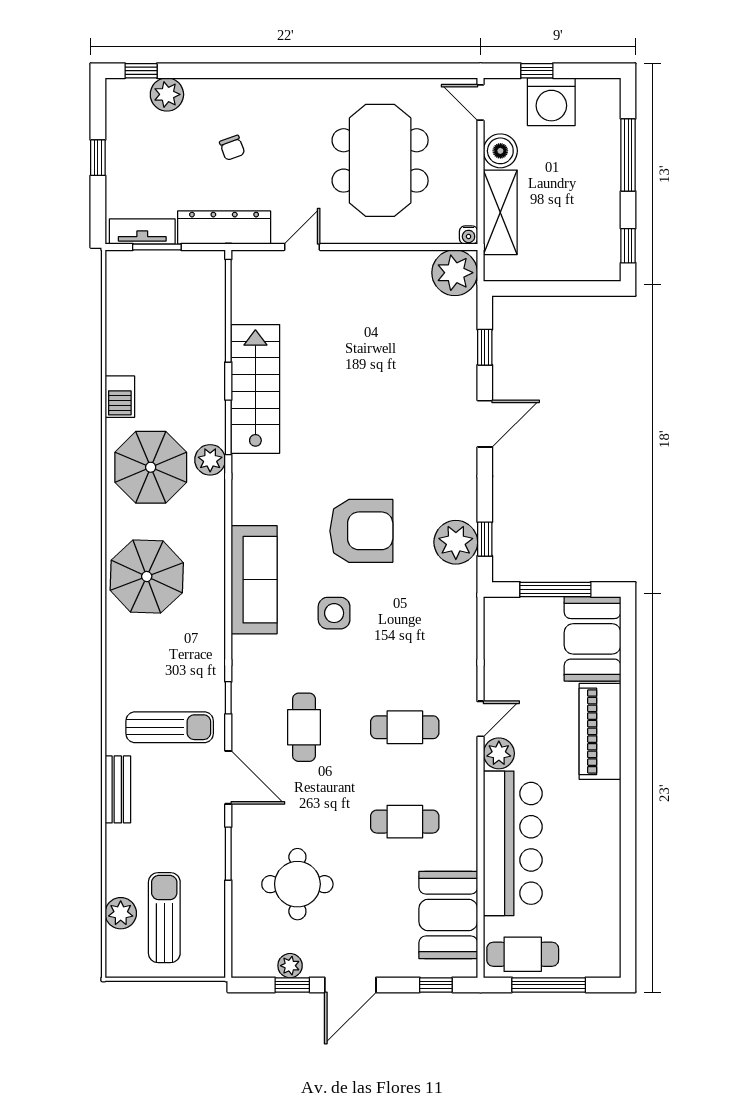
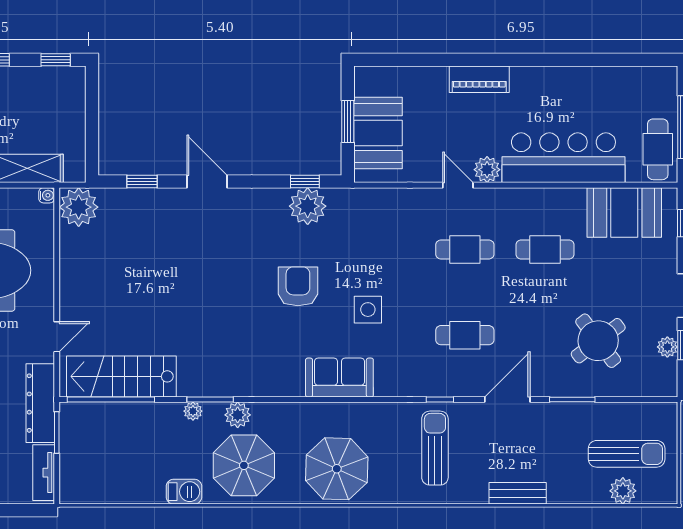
window: (157, 247) -> (57, 433), moved
door: (302, 247) -> (57, 337), swing flipped
stairs: (255, 389) -> (121, 376), moved
plant: (215, 407) -> (193, 411), added
armchair: (361, 531) -> (298, 286), width x0.73, depth x0.73
sofa: (254, 580) -> (339, 378), width x0.73
window: (555, 589) -> (348, 122), width x0.69
booth: (593, 639) -> (378, 133), moved, turned 90
sun lounger: (170, 727) -> (435, 448), moved
cafe table: (405, 727) -> (465, 249), turned 90
piano: (600, 731) -> (479, 79), width x0.73, depth x0.75
cafe table: (405, 822) -> (545, 249), turned 90
round table: (297, 884) -> (598, 341), turned -37
sun lounger: (164, 918) -> (627, 454), turned 180

